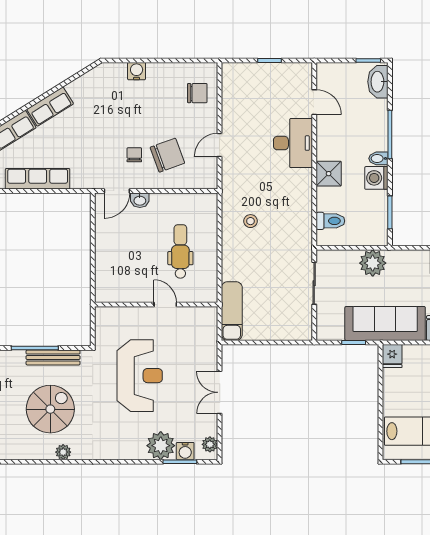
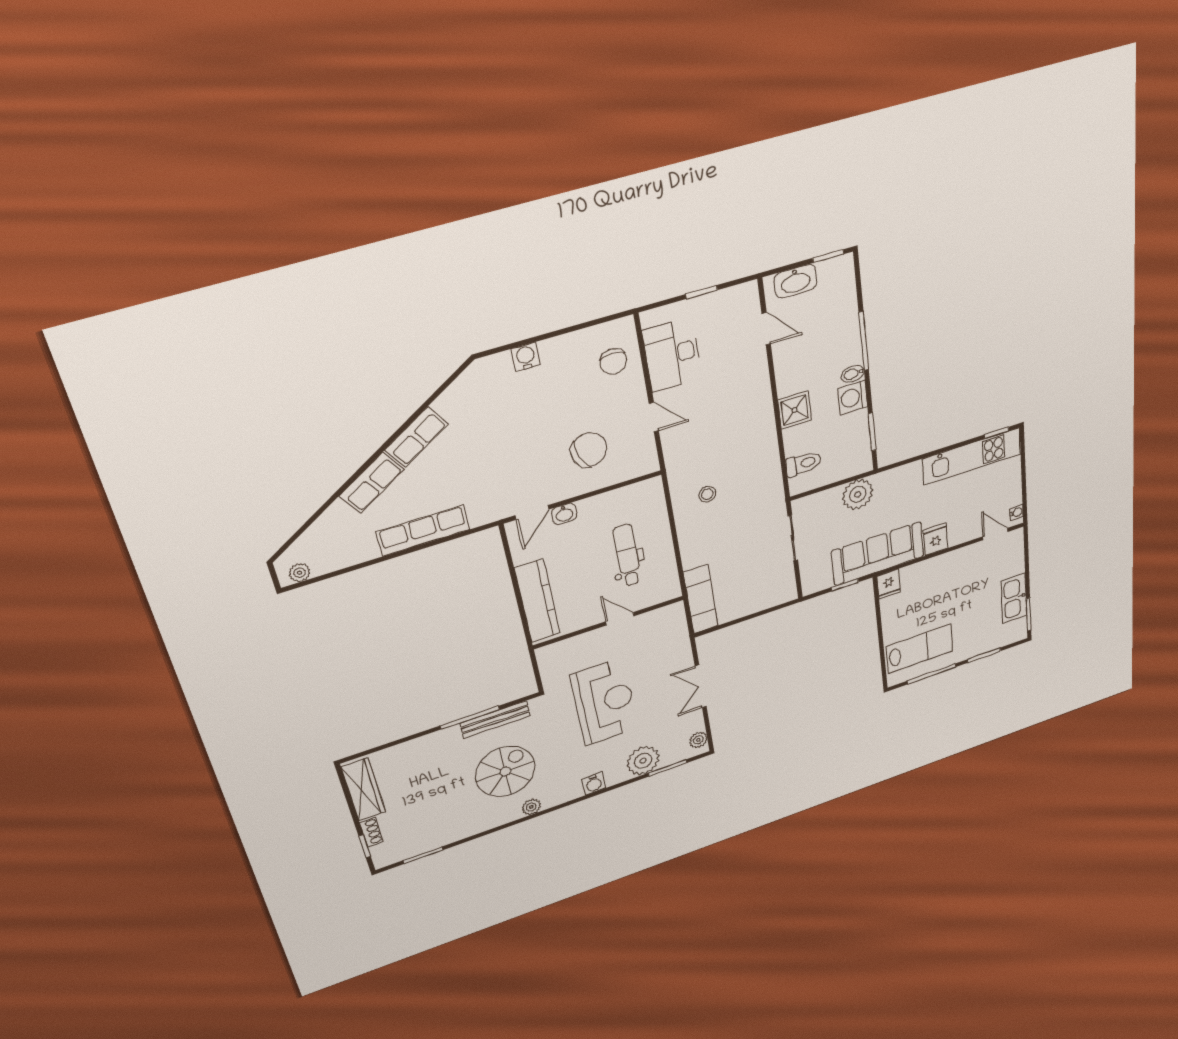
washbasin: (378, 82) -> (795, 281), moved, turned -90
chair: (197, 93) -> (613, 361), turned 90
desk: (293, 143) -> (672, 355), moved, turned 180
door: (220, 145) -> (654, 417), swing flipped
chair: (134, 155) -> (545, 462), removed
kitchen counter: (106, 265) -> (538, 601), added
water cooler: (185, 451) -> (594, 784), moved

